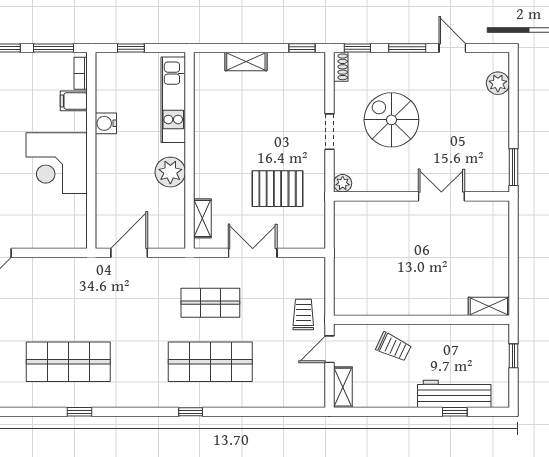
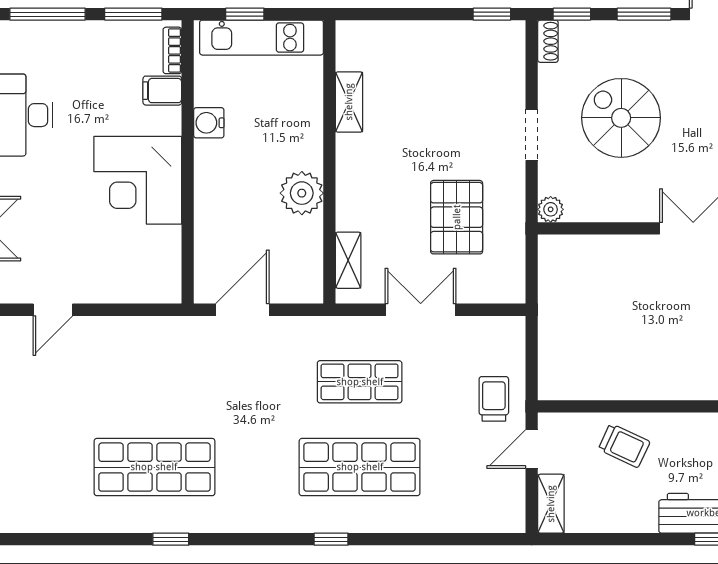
shelving: (246, 62) -> (349, 102), moved, turned 90
kitchen unit: (173, 100) -> (261, 38), moved, turned -90
pallet: (278, 189) -> (457, 217), turned 90

